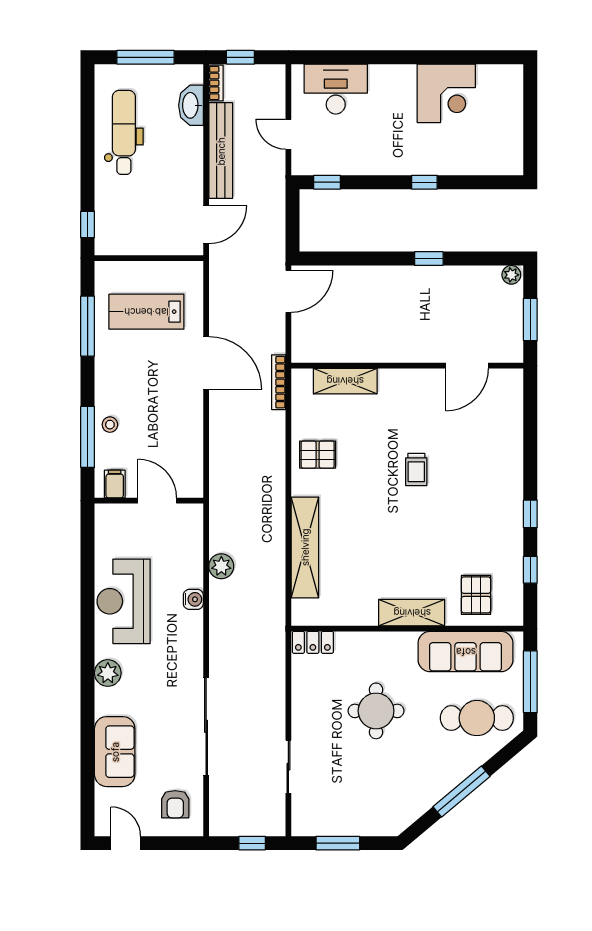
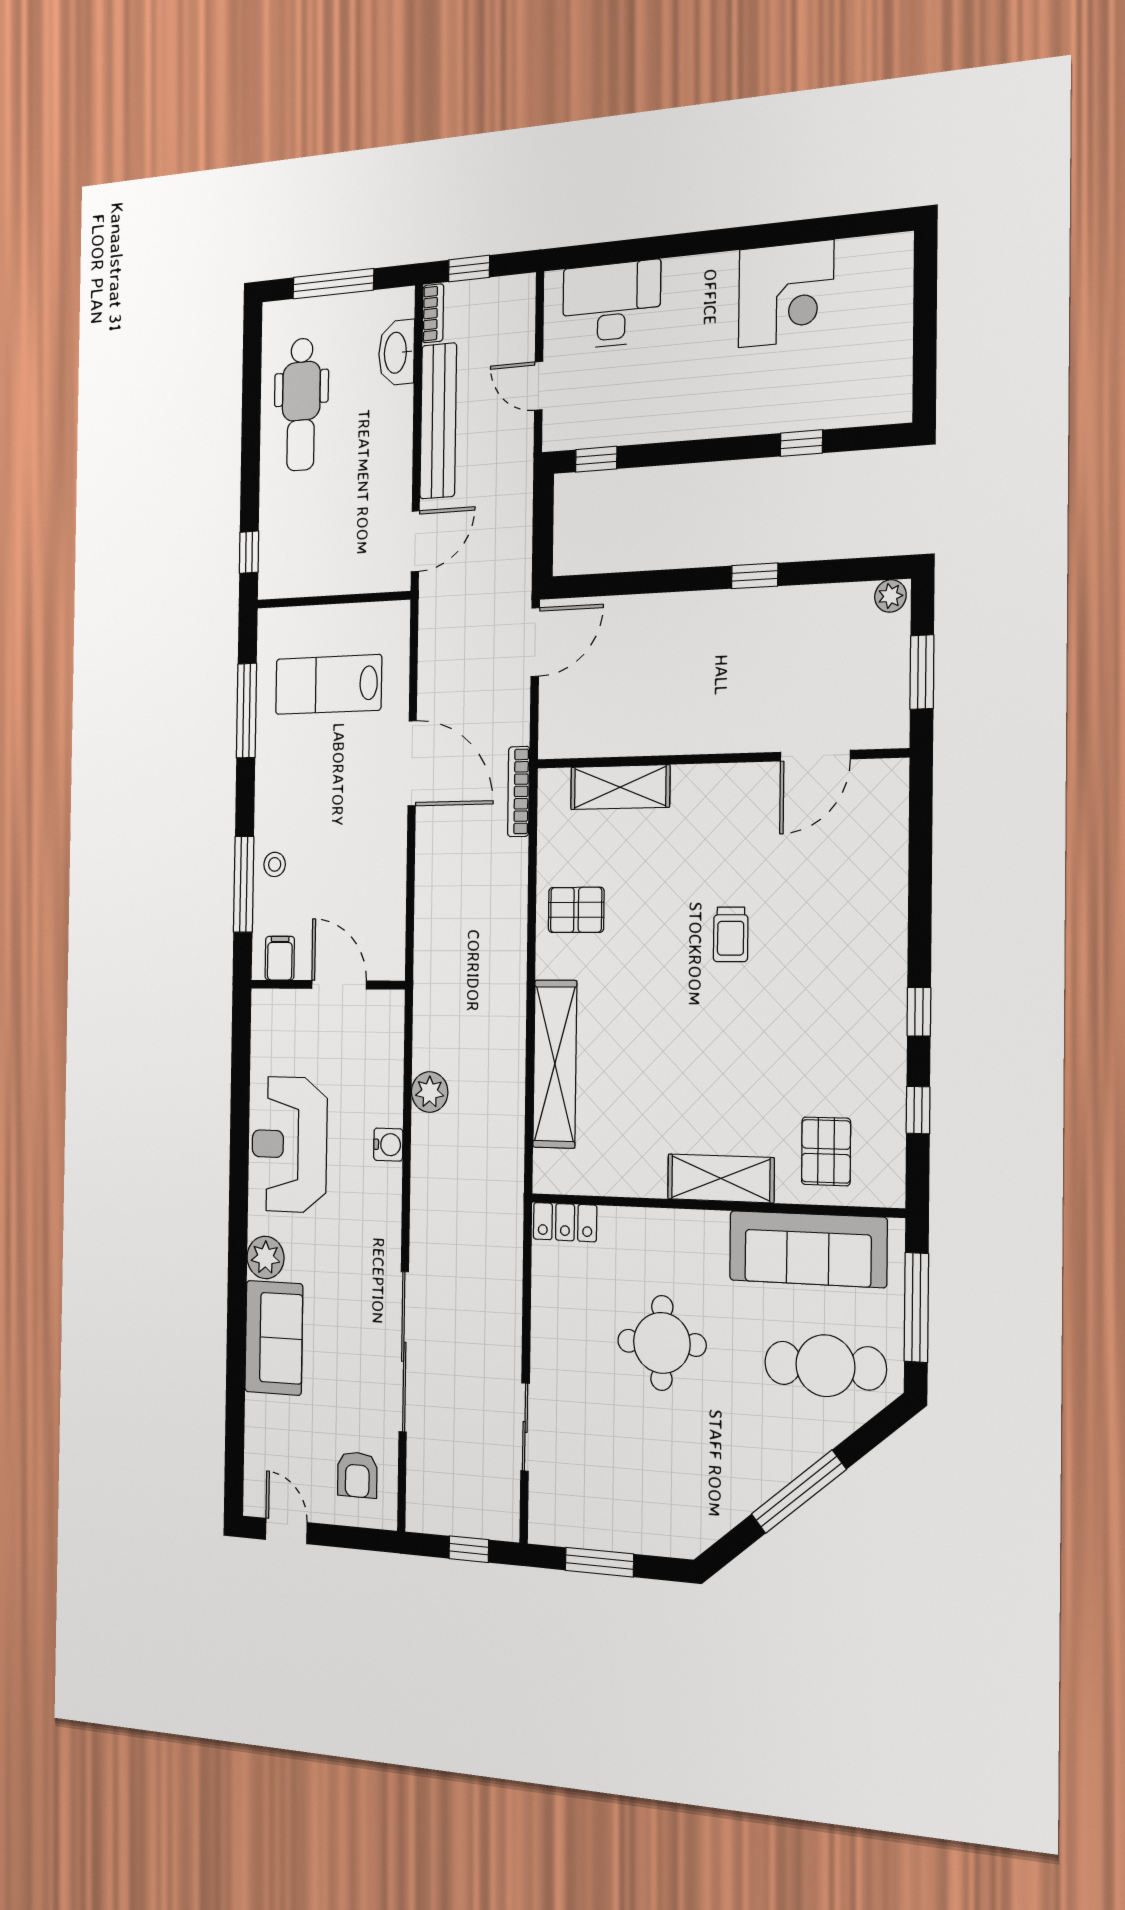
dental chair: (124, 132) -> (301, 404), turned 180
window: (424, 182) -> (801, 443), moved
sofa: (115, 752) -> (274, 1338), moved

